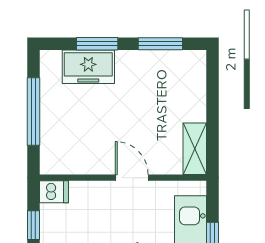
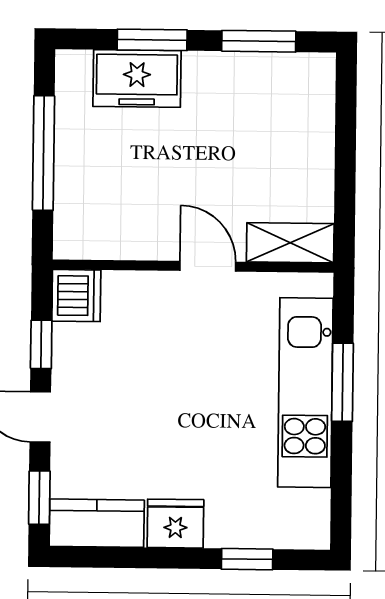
shelving: (195, 149) -> (290, 243), moved, turned 90
dishwasher: (54, 192) -> (76, 296), width x1.38

